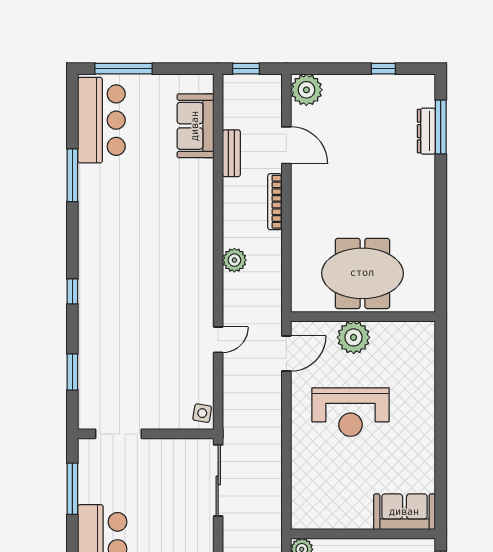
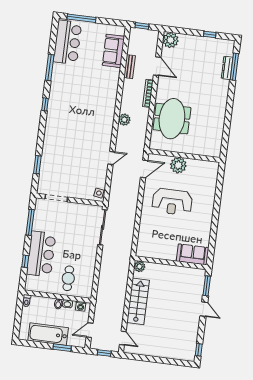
meeting table: (362, 273) -> (172, 119), moved, turned 90
window: (72, 291) -> (45, 104), moved

